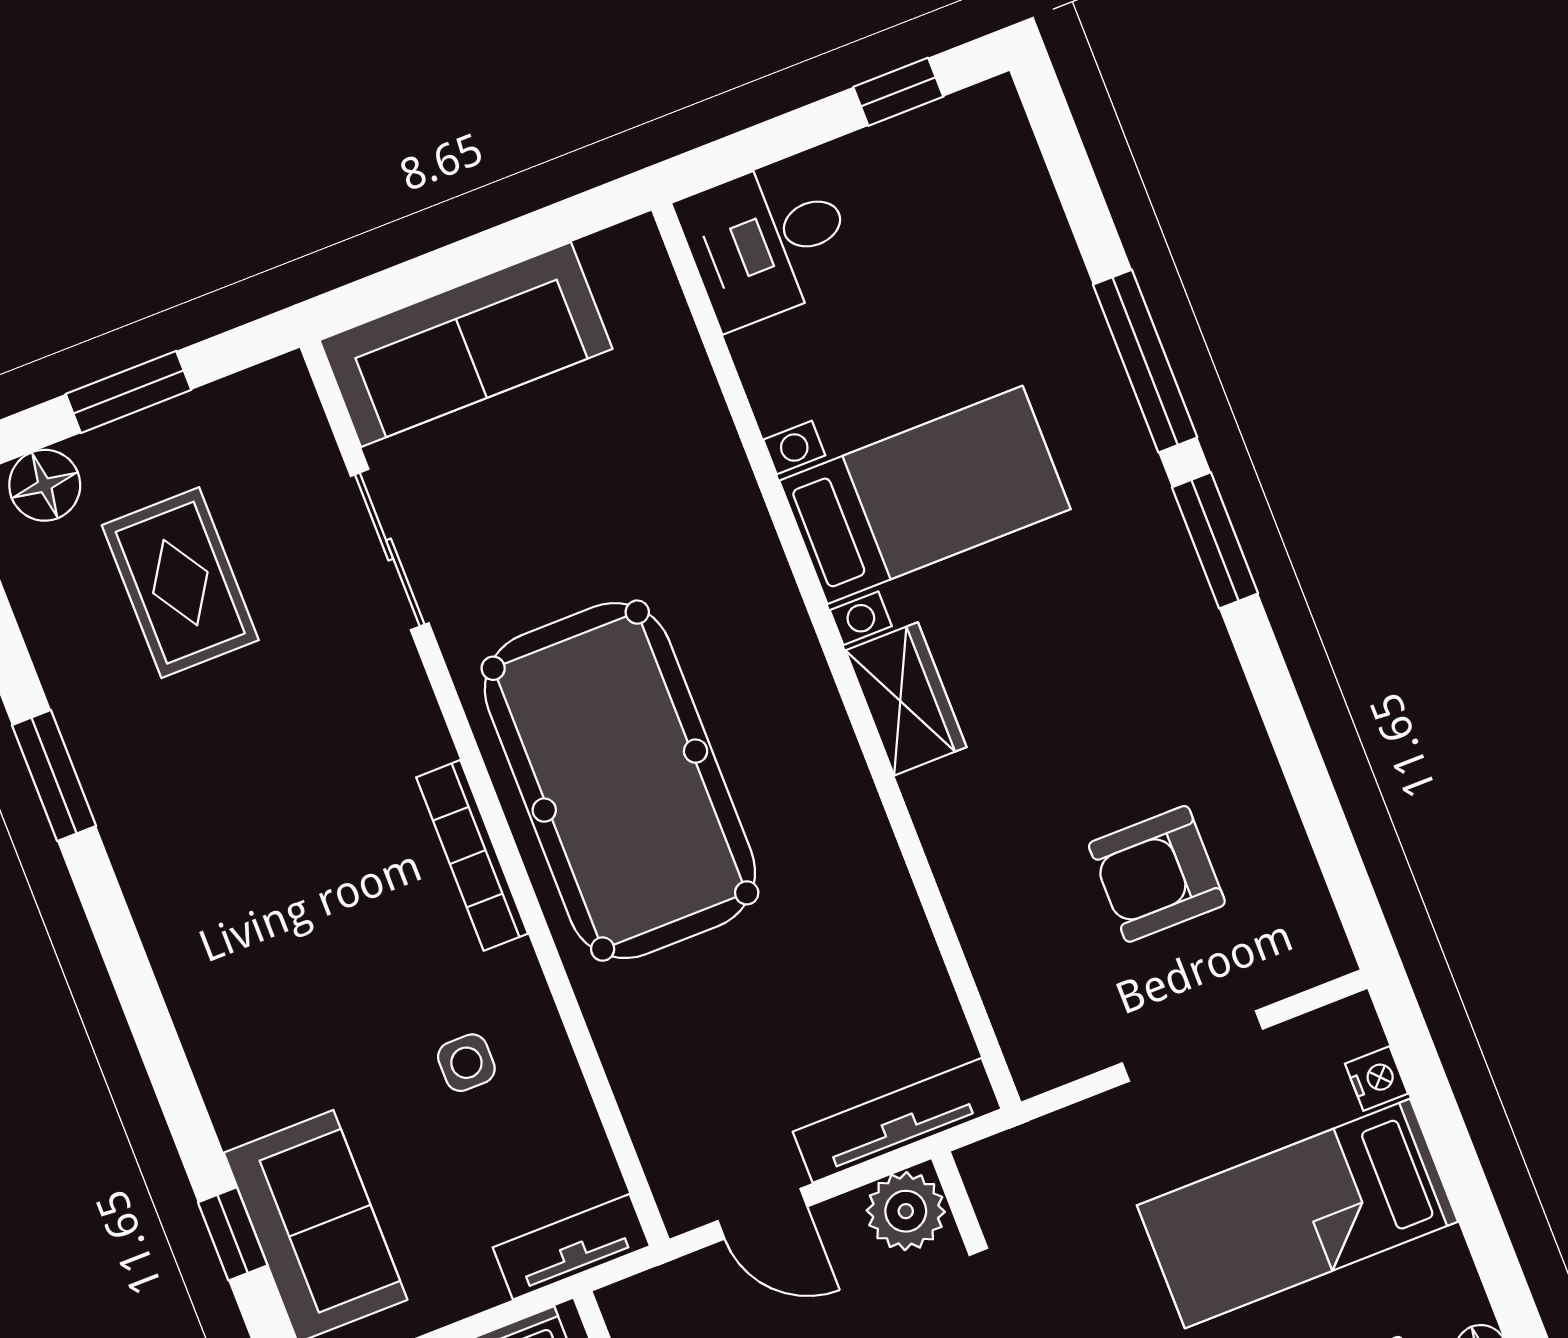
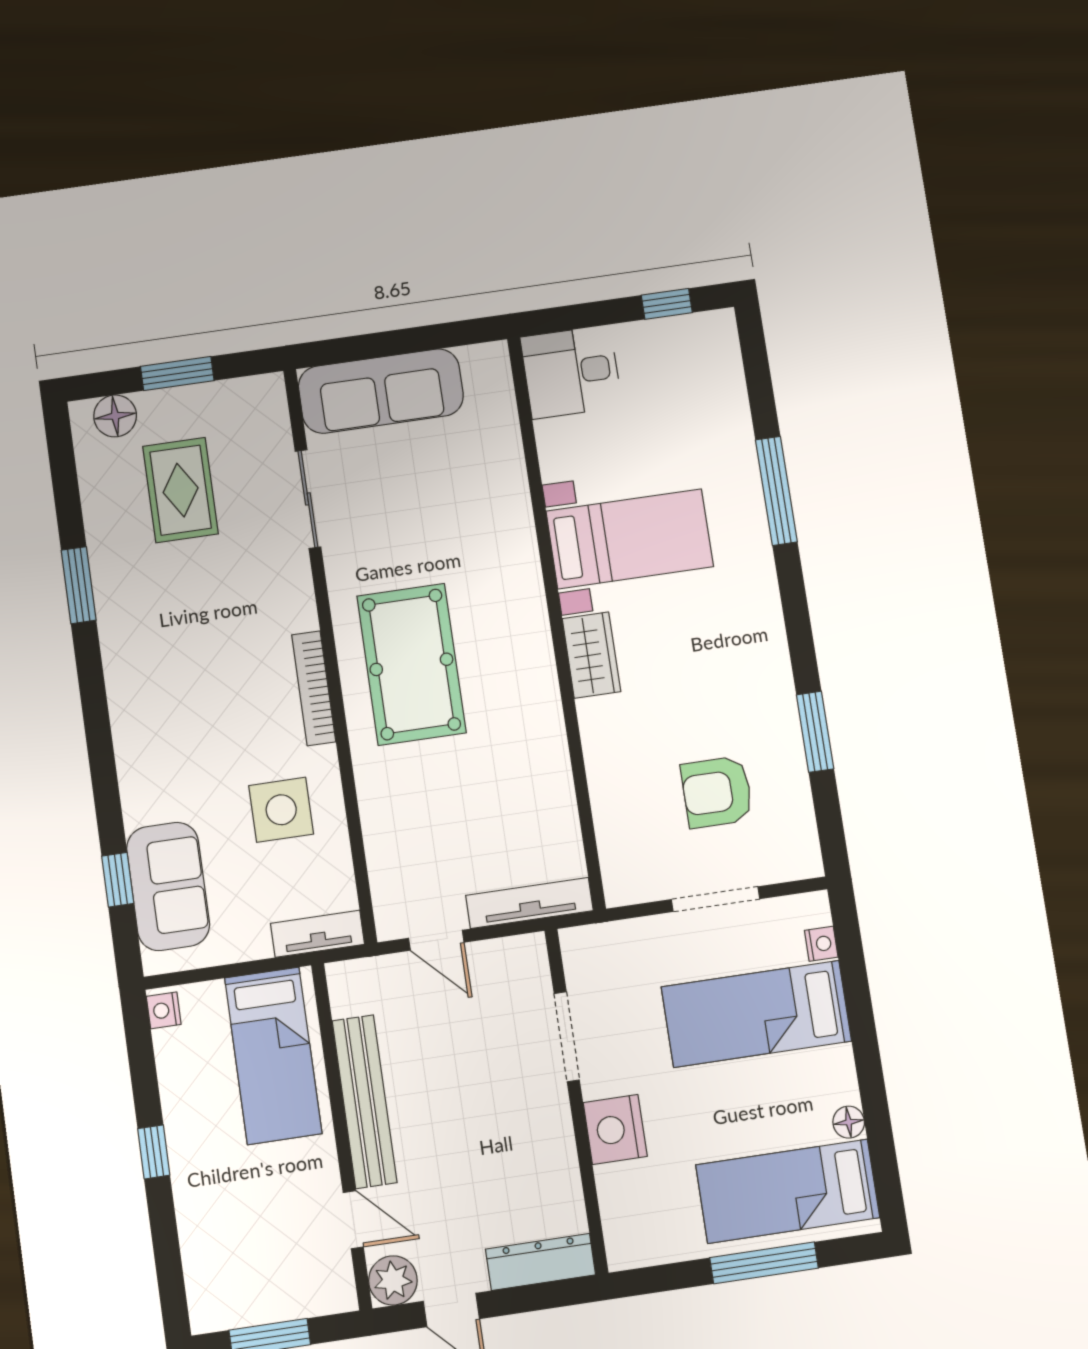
window: (1215, 540) -> (815, 732), moved
pool table: (620, 781) -> (411, 664), width x0.73, depth x0.76
side table: (466, 1063) -> (281, 810), width x1.87, depth x1.87
plant: (906, 1211) -> (522, 958), removed

